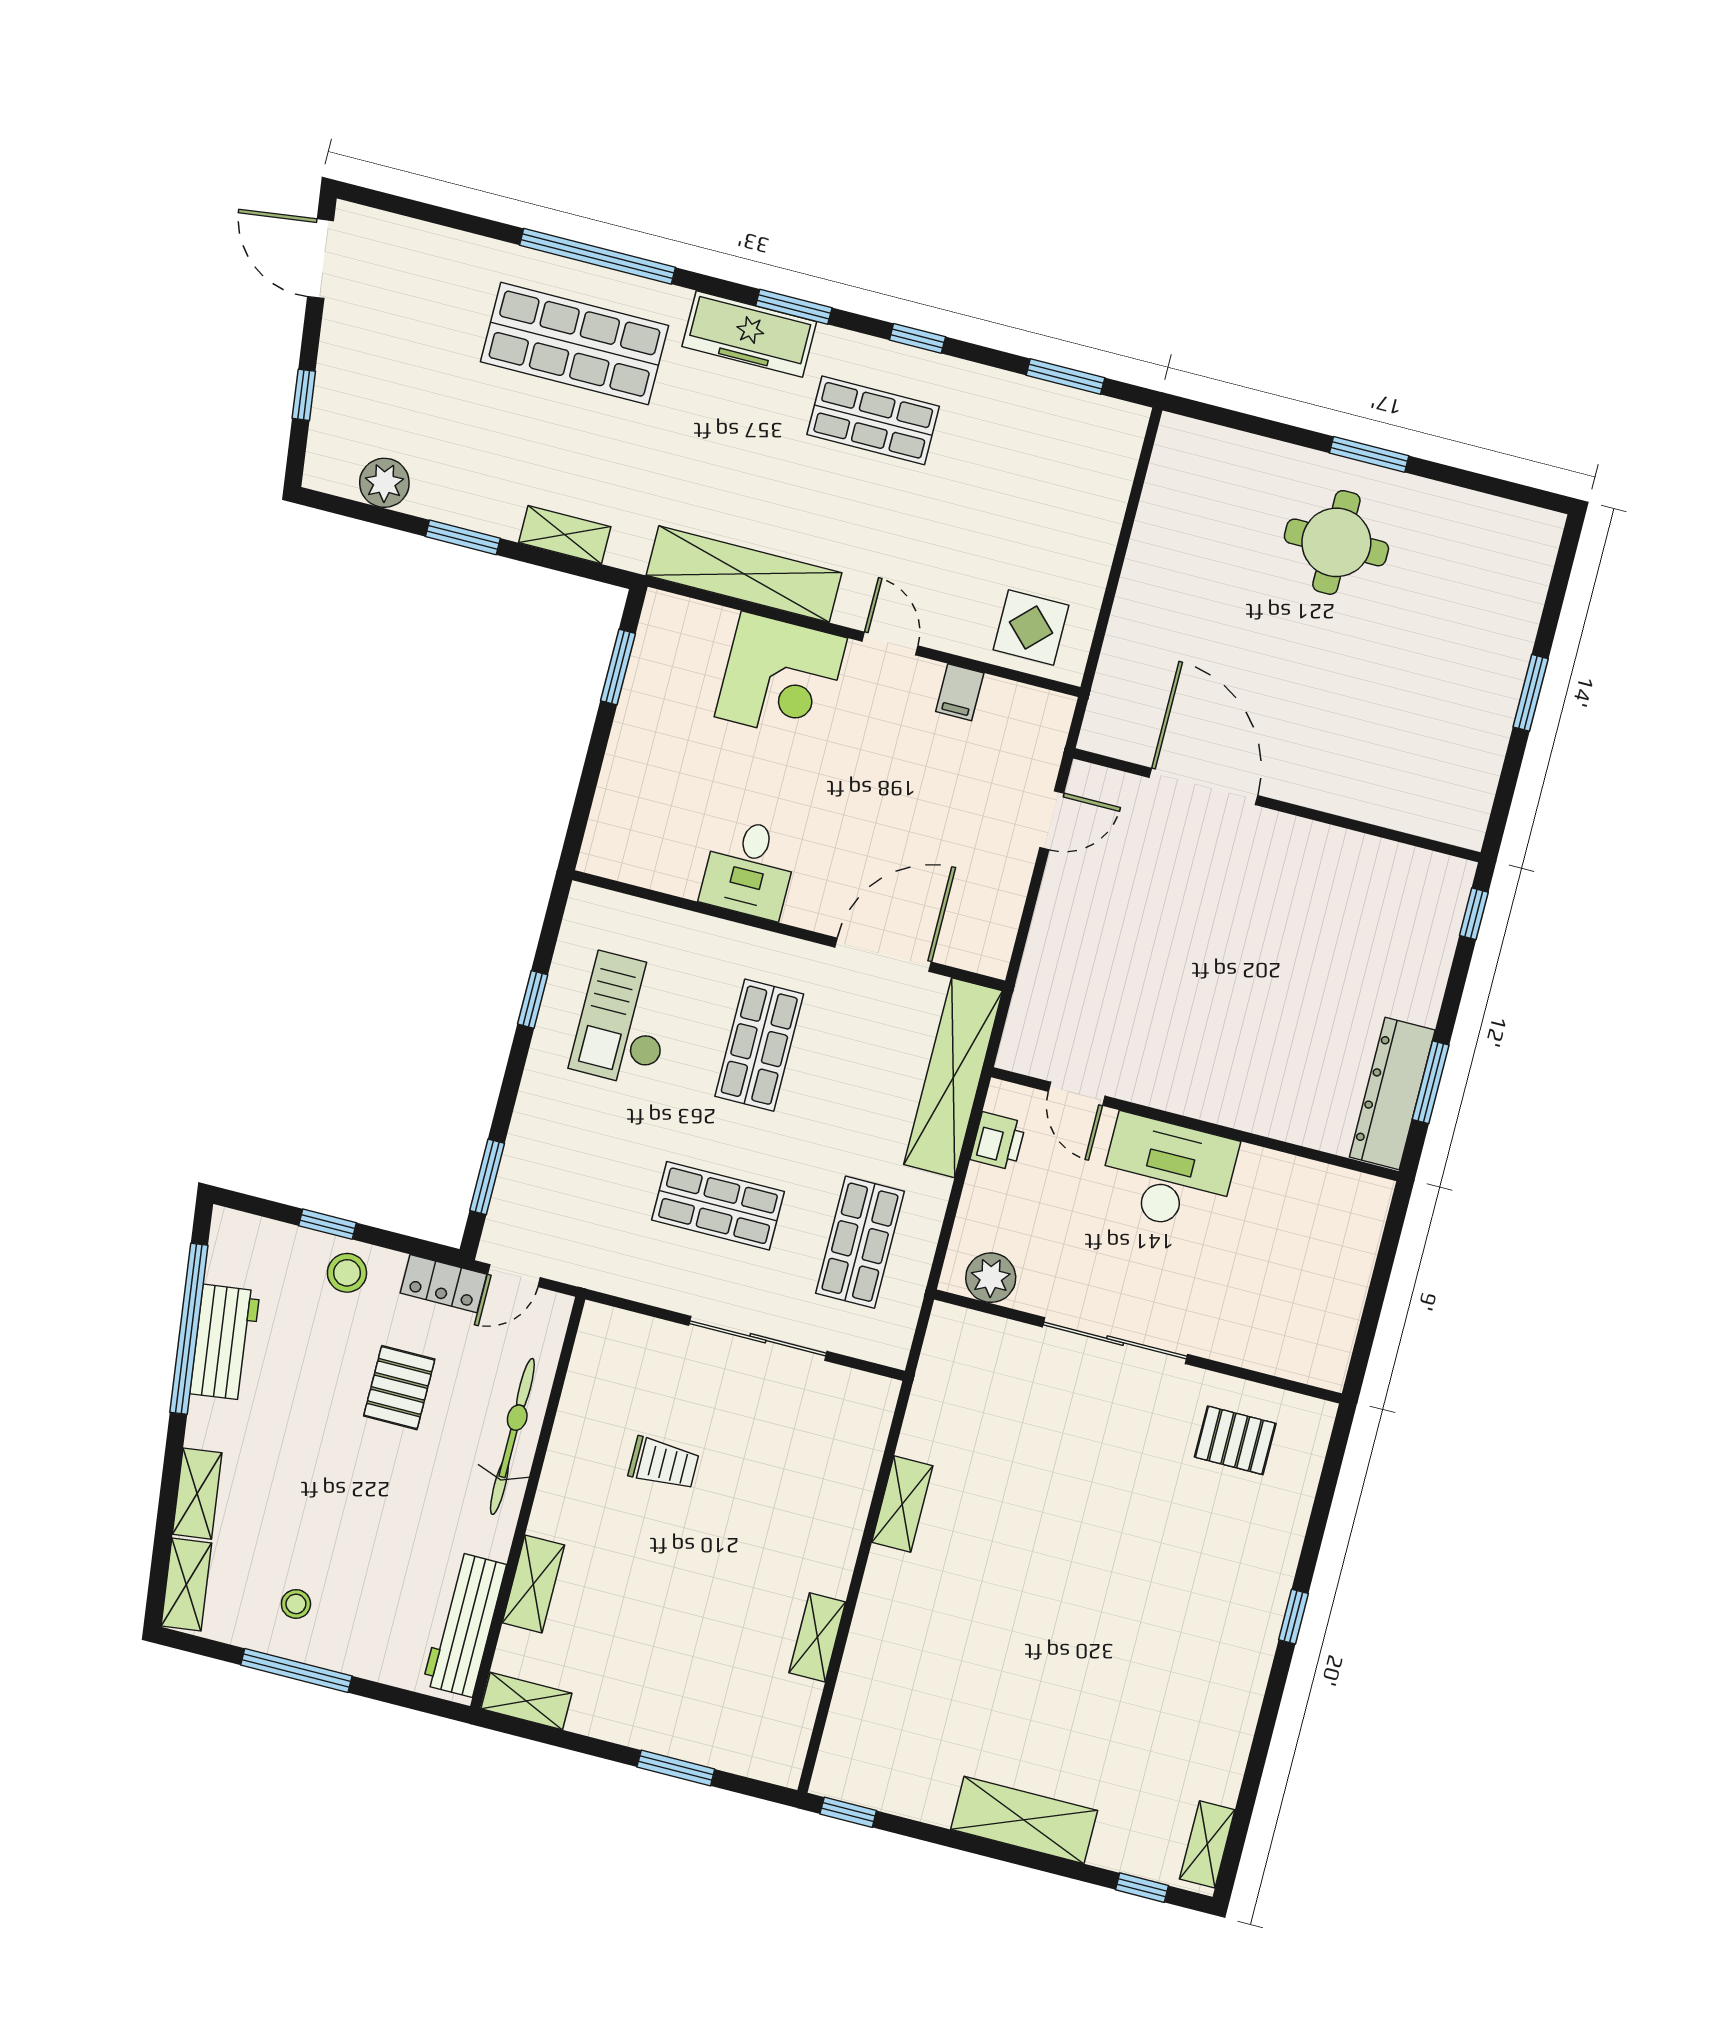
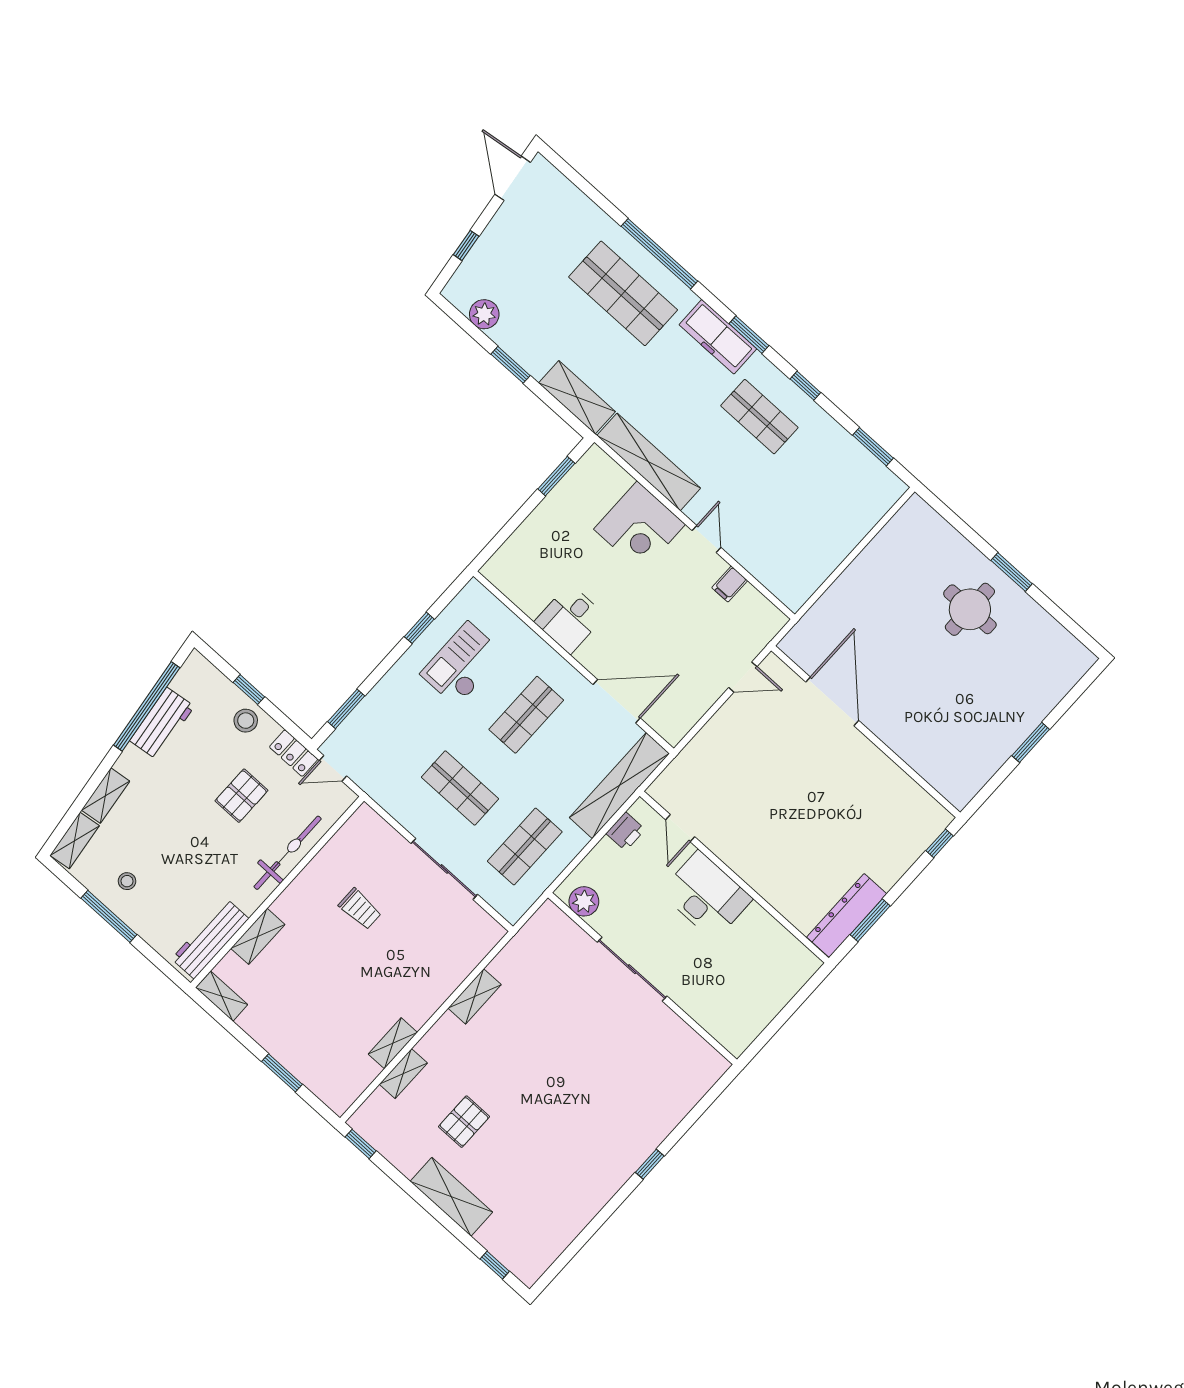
shelving: (565, 535) -> (577, 397), width x1.50, depth x1.33
display table: (1031, 628) -> (785, 570), removed
pallet: (1235, 1440) -> (464, 1122), moved, turned 90
shelving: (1207, 1844) -> (403, 1074), moved

